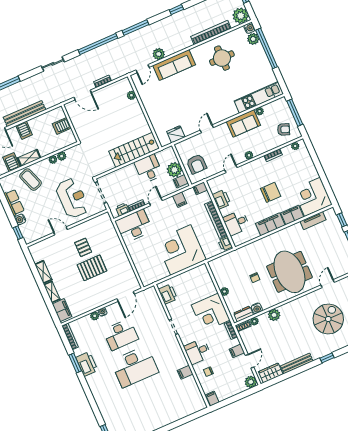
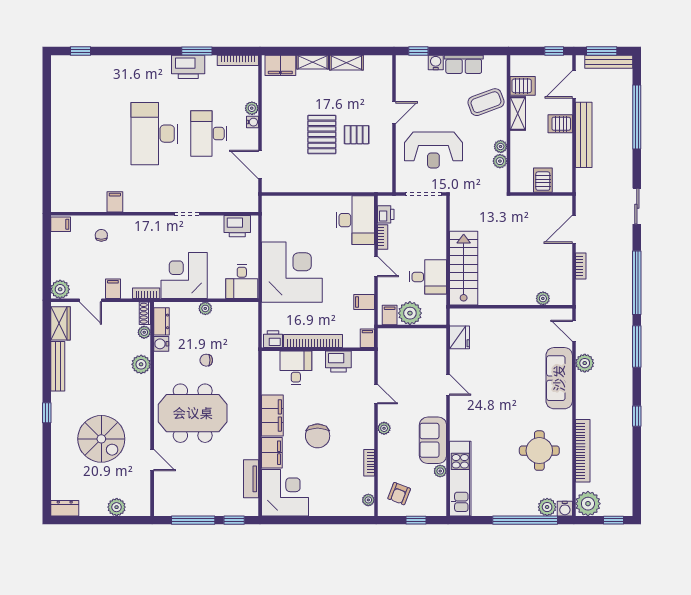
window: (295, 113) -> (416, 520), width x0.46
armchair: (197, 164) -> (404, 348), removed
desk: (197, 351) -> (242, 281), moved, turned 180

